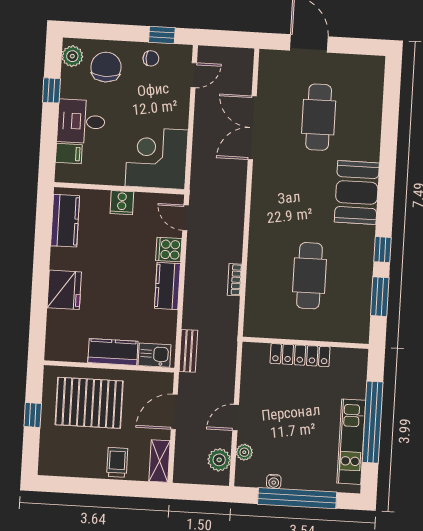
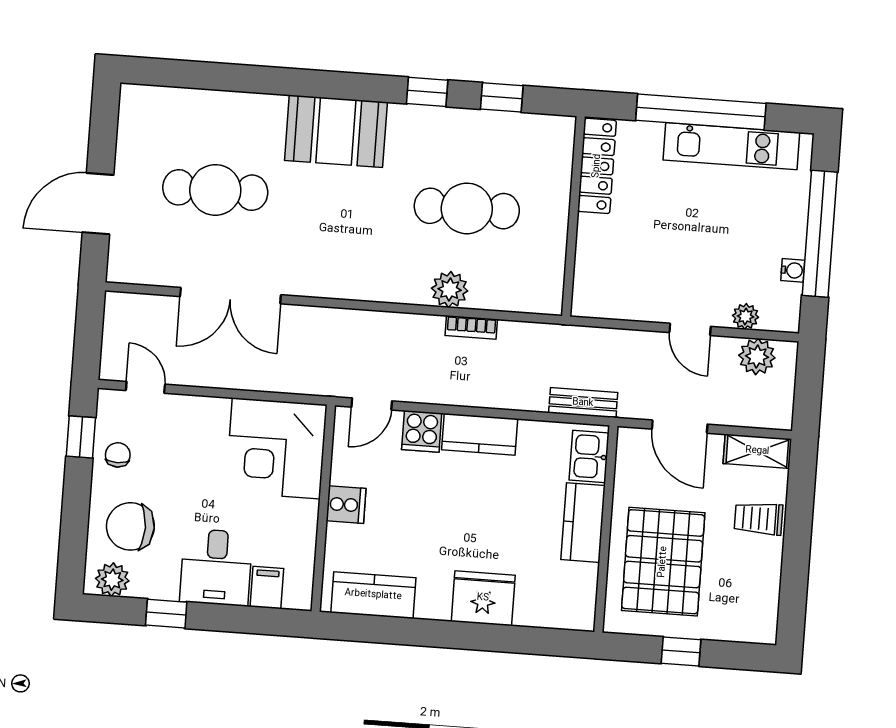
plant: (258, 266) -> (450, 289), added
window: (380, 297) -> (502, 97), width x0.67
locker: (300, 355) -> (597, 166), moved

